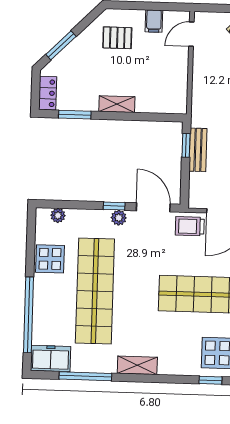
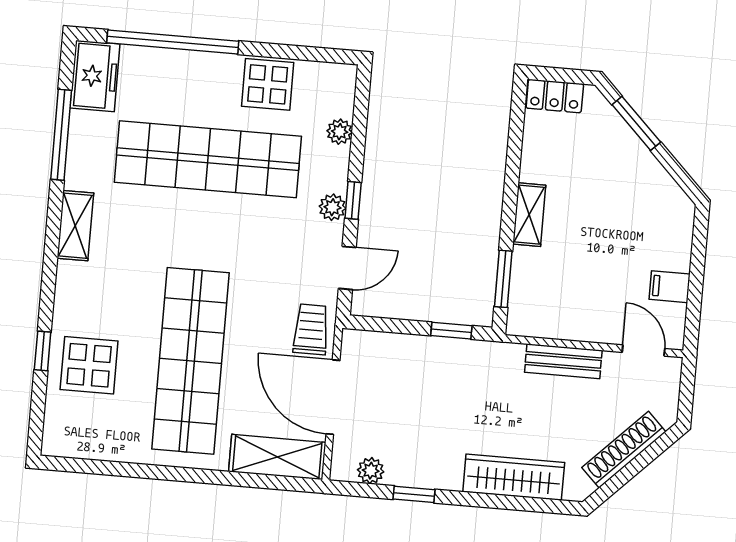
pallet: (117, 38) -> (644, 222), removed
window: (75, 115) -> (503, 279), moved
bench: (198, 150) -> (563, 361), moved
door: (153, 207) -> (347, 268), width x0.73
plant: (58, 215) -> (340, 132), moved

